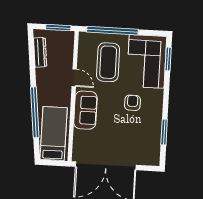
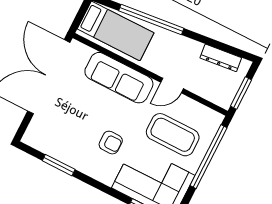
sofa: (85, 110) -> (119, 78), width x1.36

